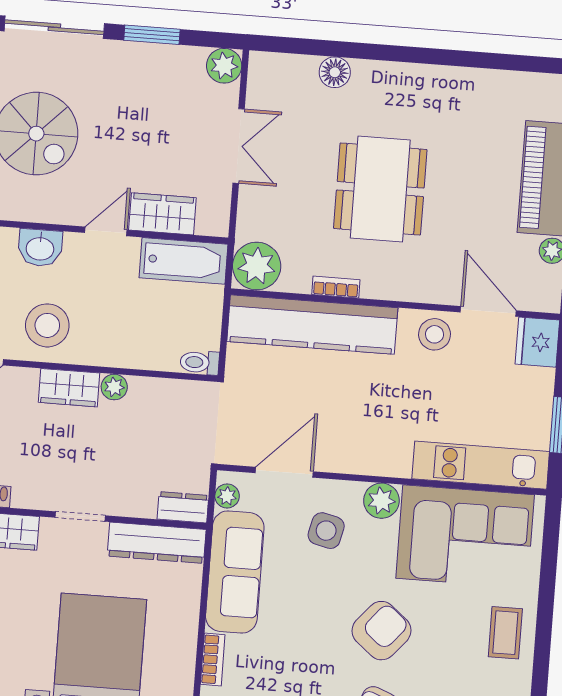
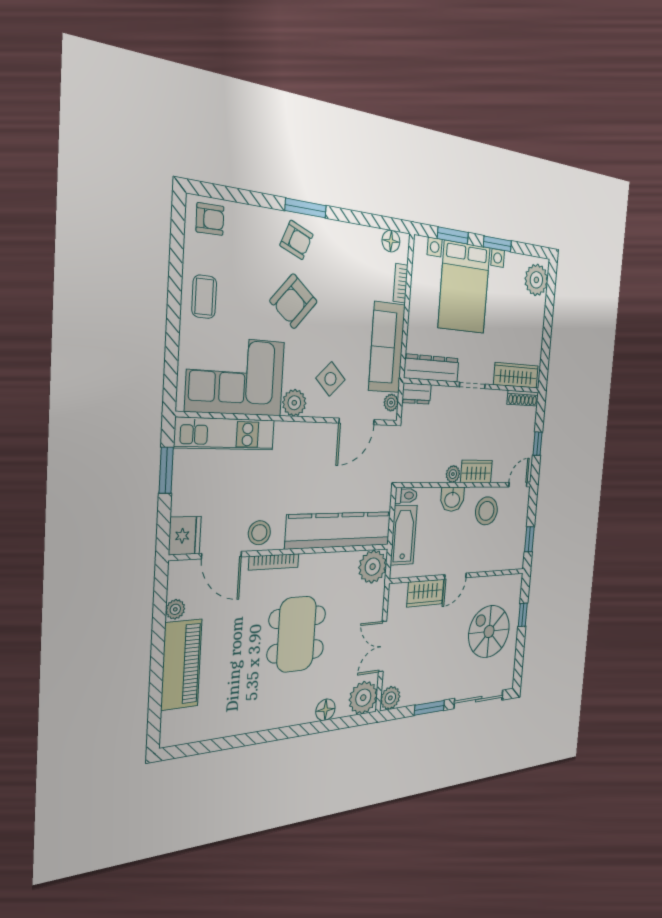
plant: (272, 76) -> (363, 698), added
washbasin: (40, 248) -> (452, 499), moved, turned 180
bathtub: (184, 261) -> (404, 535), moved, turned 90
bookcase: (336, 287) -> (274, 562), moved, width x1.56
side table: (326, 531) -> (330, 379), turned 32

